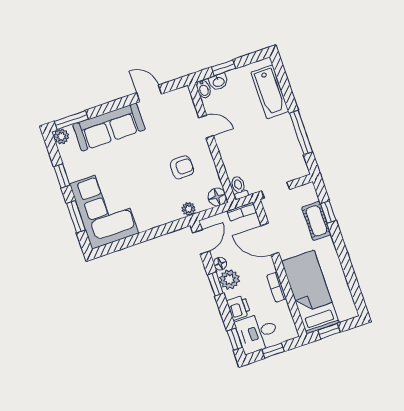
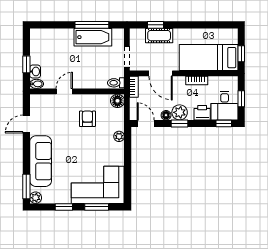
bathtub: (270, 92) -> (93, 37), moved
plant: (189, 209) -> (119, 136), moved
door: (270, 239) -> (161, 73), hinge flipped

